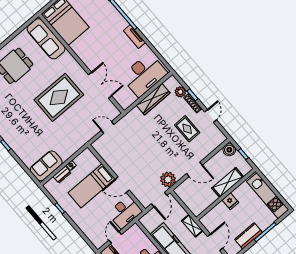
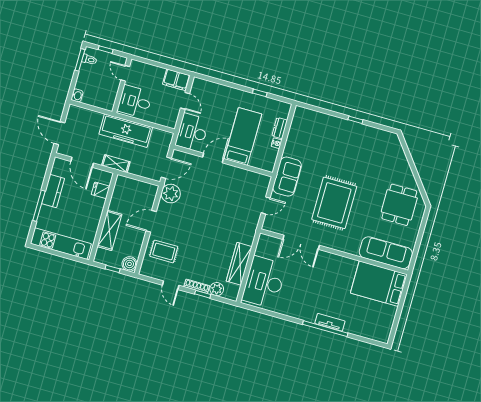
tv unit: (134, 37) -> (330, 322), moved
rug: (187, 129) -> (164, 251), moved
sofa: (46, 166) -> (287, 177), moved
door: (159, 200) -> (166, 168), swing flipped
fridge: (230, 201) -> (101, 190), moved

